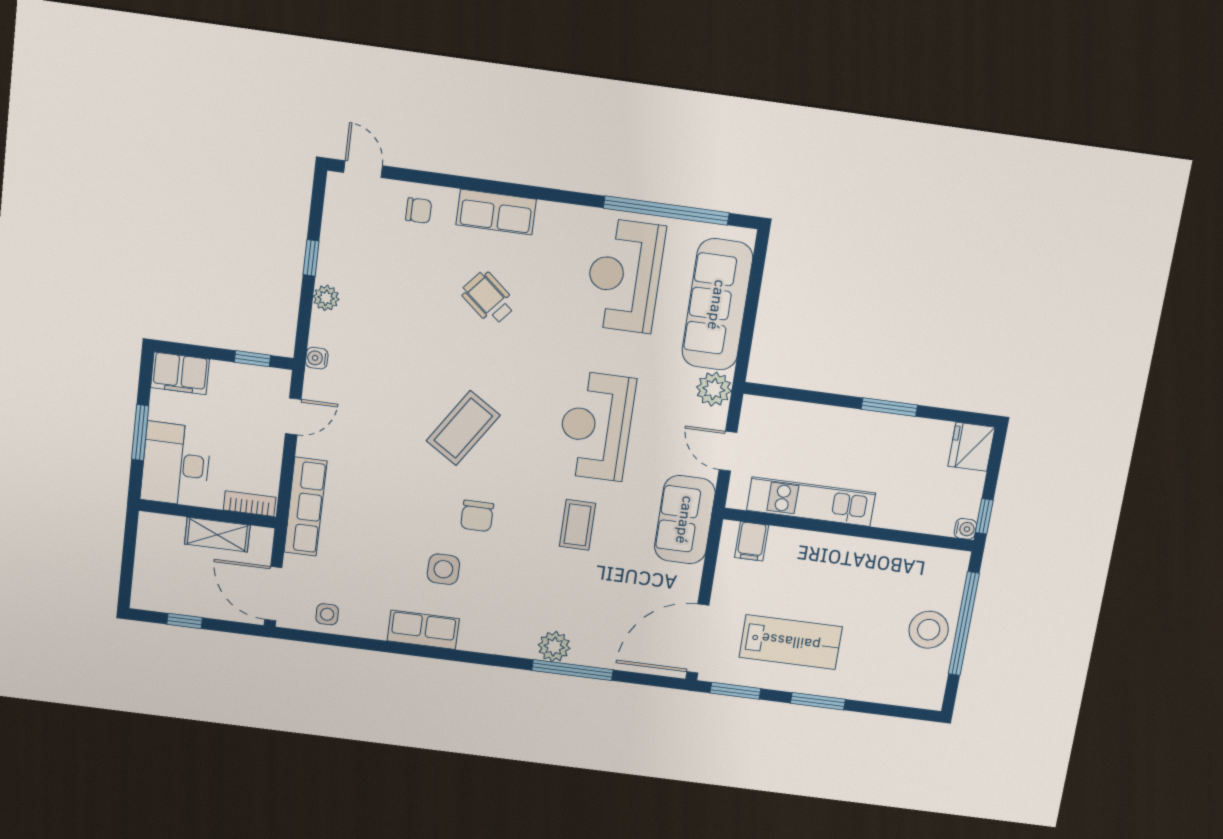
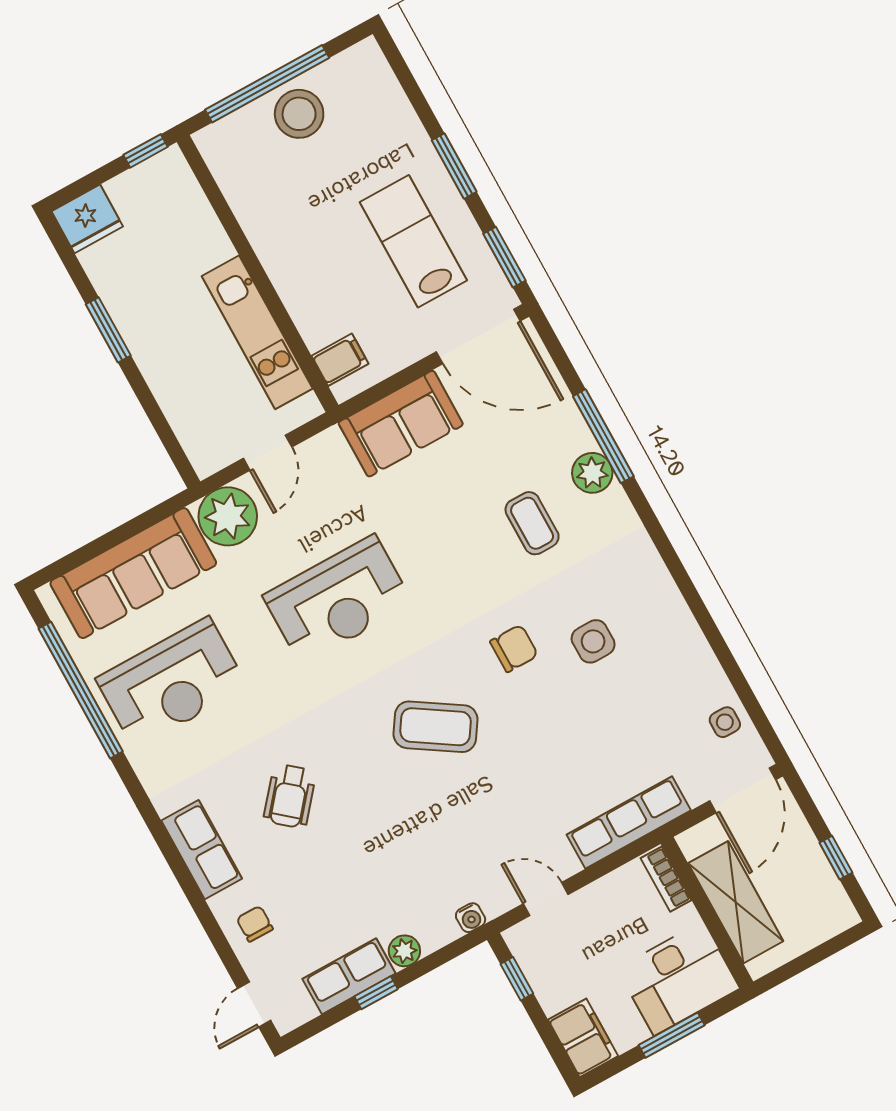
plant: (714, 389) -> (228, 516), width x1.36, depth x1.36
sofa: (685, 520) -> (401, 424), moved
coffee table: (578, 525) -> (532, 523), moved, turned 90
water cooler: (965, 529) -> (172, 159), removed
shelving: (217, 535) -> (736, 902), width x1.50, depth x1.33
row of seats: (423, 630) -> (349, 976), moved, turned 90

